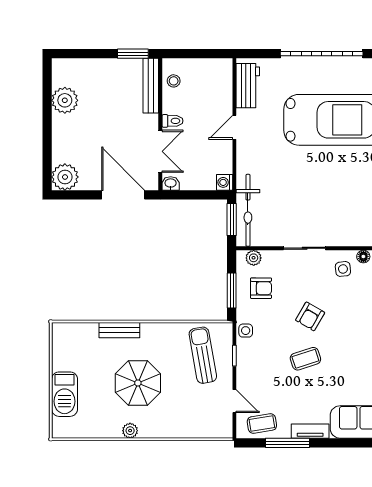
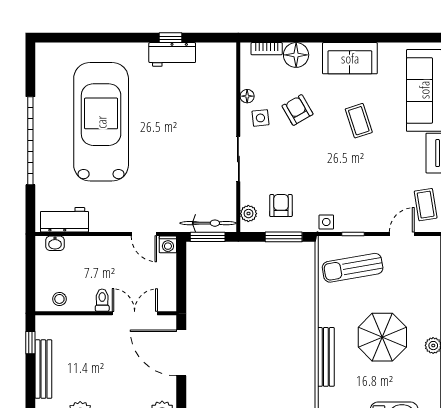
window: (133, 54) -> (30, 343), width x0.67
bench: (151, 86) -> (43, 369), moved, turned 90
door: (234, 127) -> (144, 234), moved
washbasin: (171, 183) -> (55, 243), moved, turned -90
door: (123, 195) -> (181, 353), hinge flipped
bicycle: (248, 210) -> (208, 223), width x0.73, depth x0.71
armchair: (310, 316) -> (298, 110), moved, turned -150
bench: (119, 330) -> (326, 357), width x1.36
coffee table: (305, 359) -> (359, 121), moved

